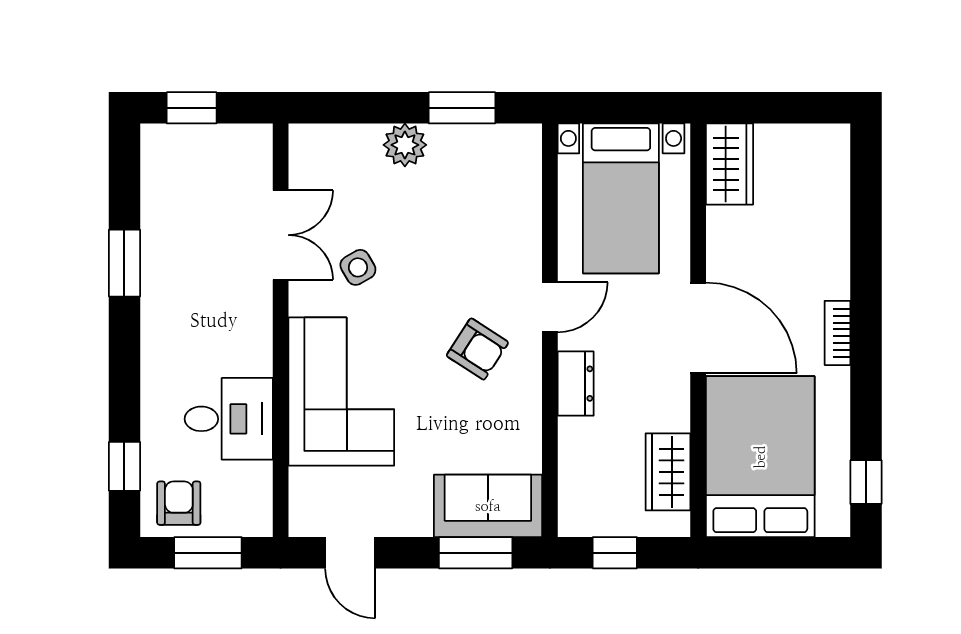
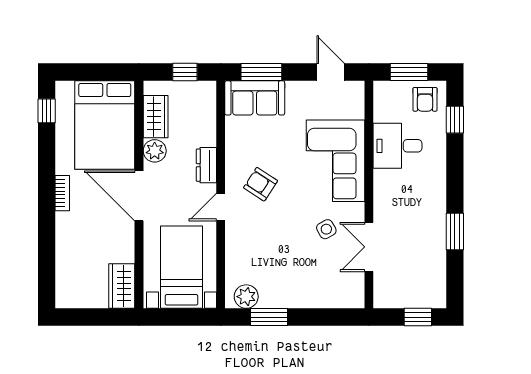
plant: (405, 145) -> (246, 297), moved
plant: (670, 410) -> (155, 151), added

